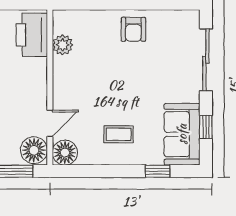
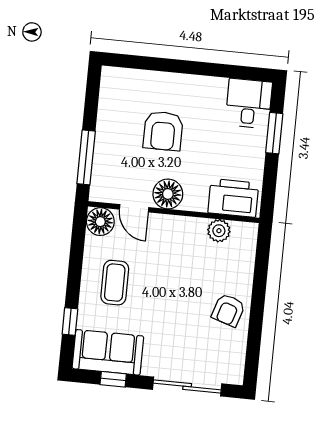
armchair: (133, 29) -> (228, 310), turned -72
coffee table: (119, 134) -> (115, 283), width x1.36, depth x1.30
floor lamp: (34, 150) -> (168, 194), moved

